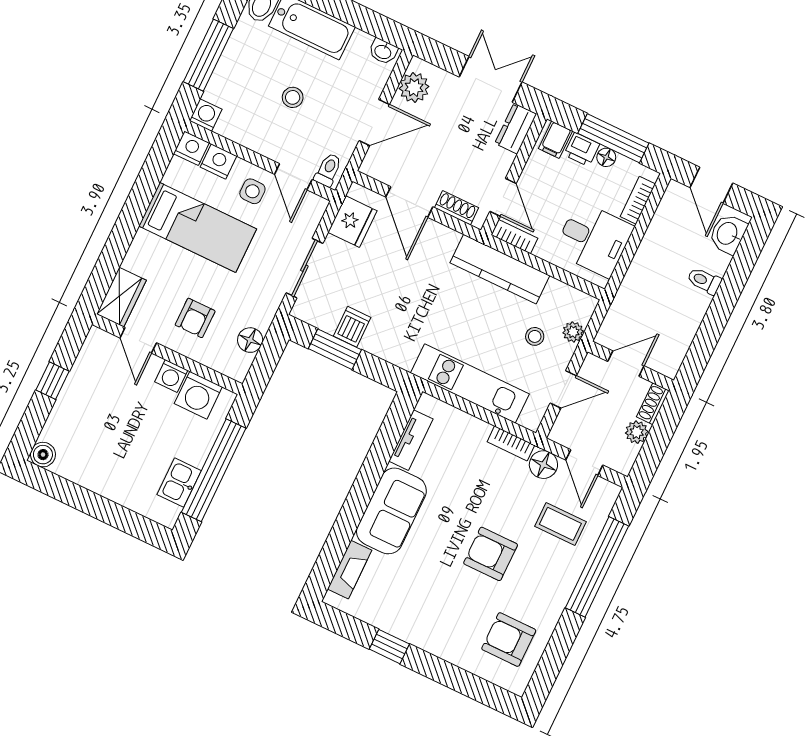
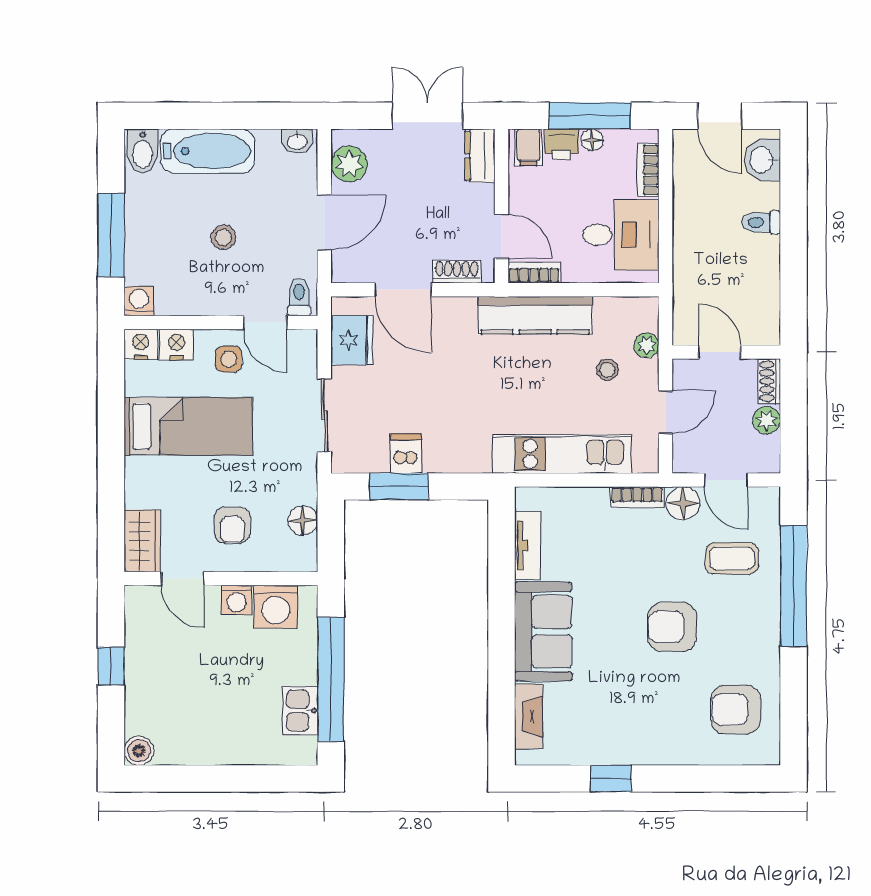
door: (626, 364) -> (720, 352), hinge flipped

